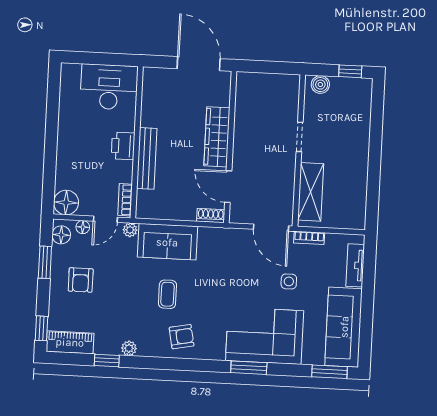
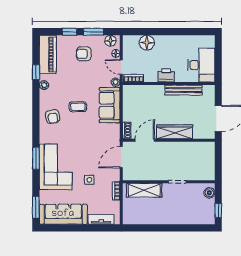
bench: (147, 158) -> (184, 90), moved
floor lamp: (66, 203) -> (147, 43), moved
door: (271, 228) -> (121, 157), moved
window: (42, 328) -> (69, 32), moved
piano: (70, 342) -> (48, 55), width x1.37, depth x1.33

